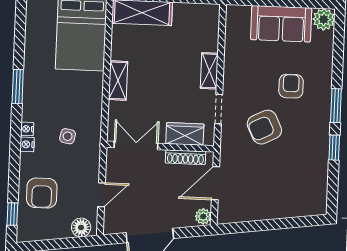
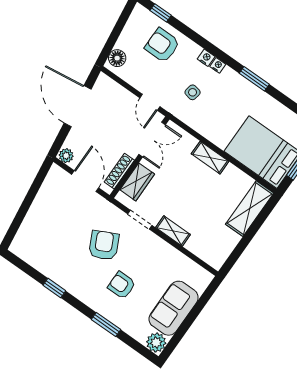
armchair: (291, 86) -> (122, 285), turned 180
window: (336, 106) -> (106, 324), moved
door: (102, 195) -> (150, 102), moved

